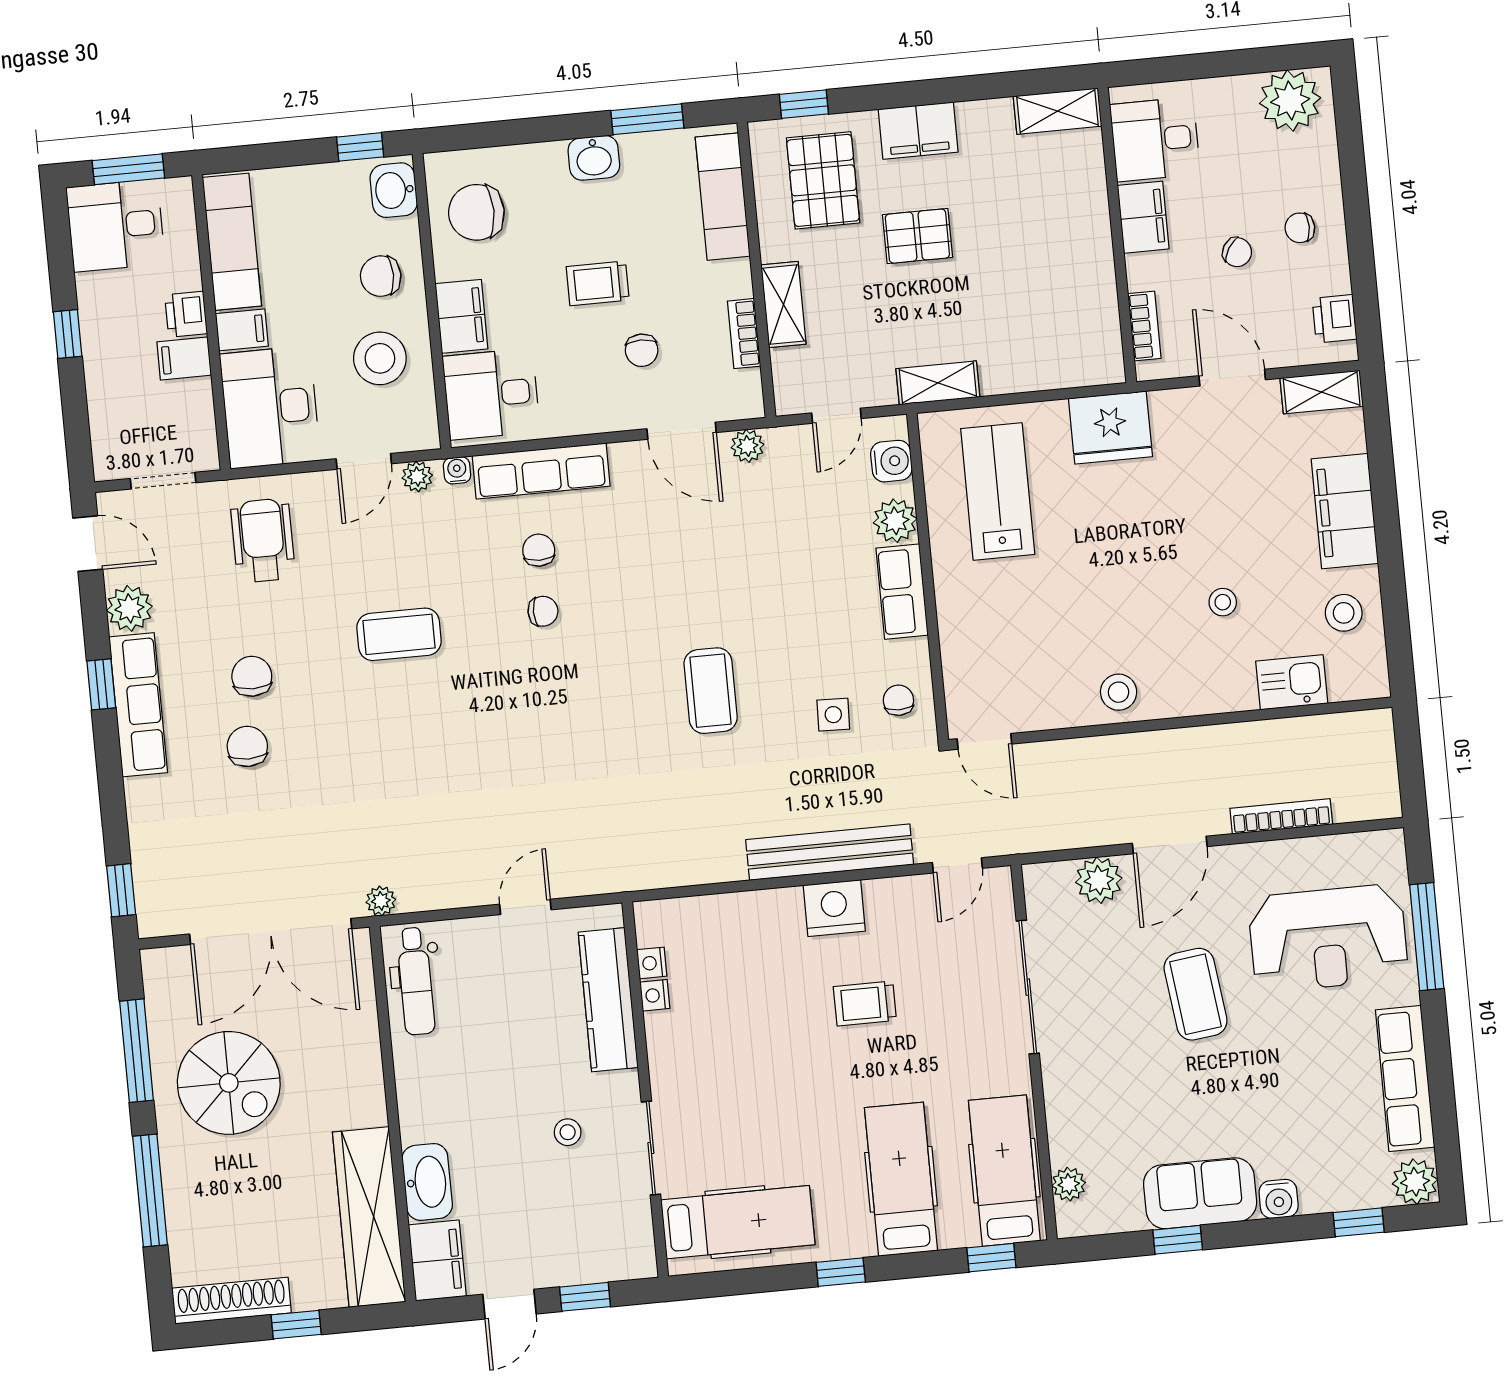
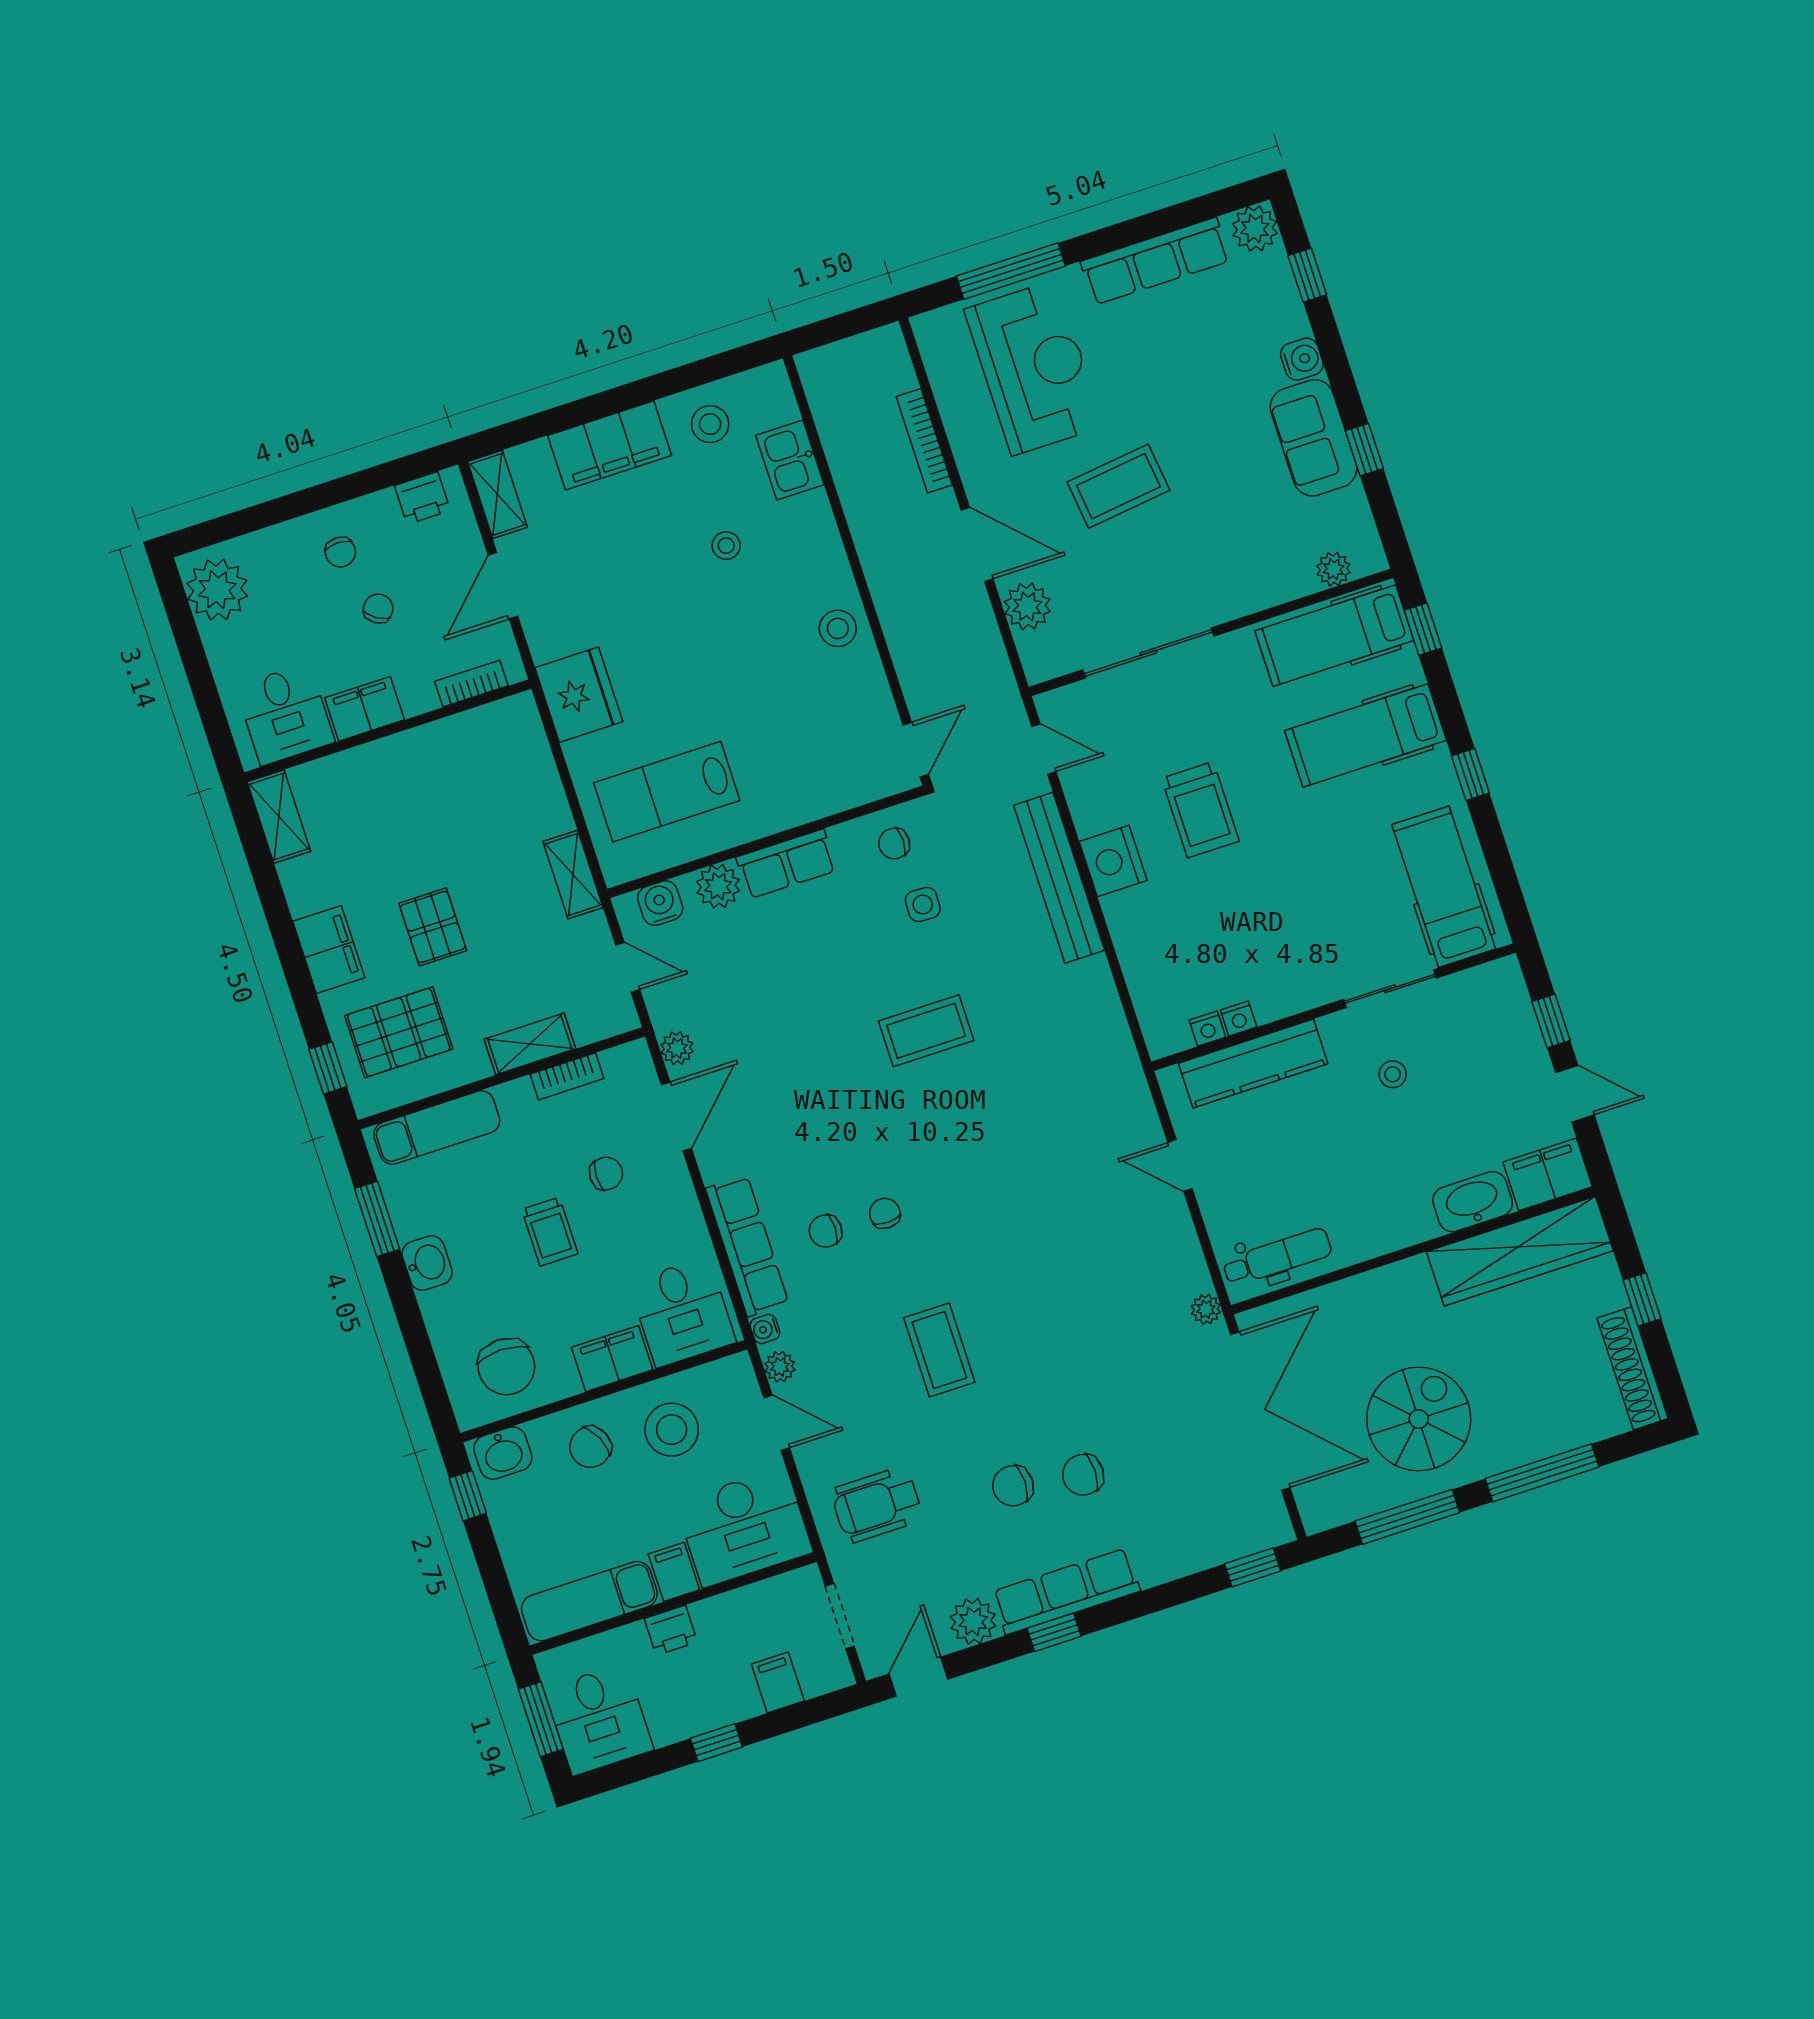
chair: (381, 276) -> (590, 1447), turned 64
filing cabinet: (184, 359) -> (778, 1683), moved, turned 180
trolley: (865, 1003) -> (1200, 810), width x1.36, depth x1.39

